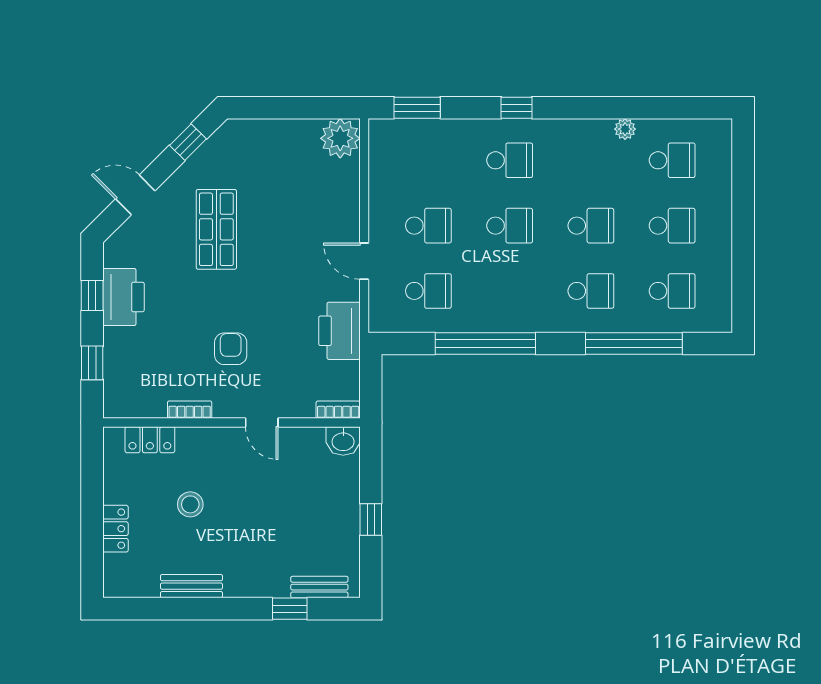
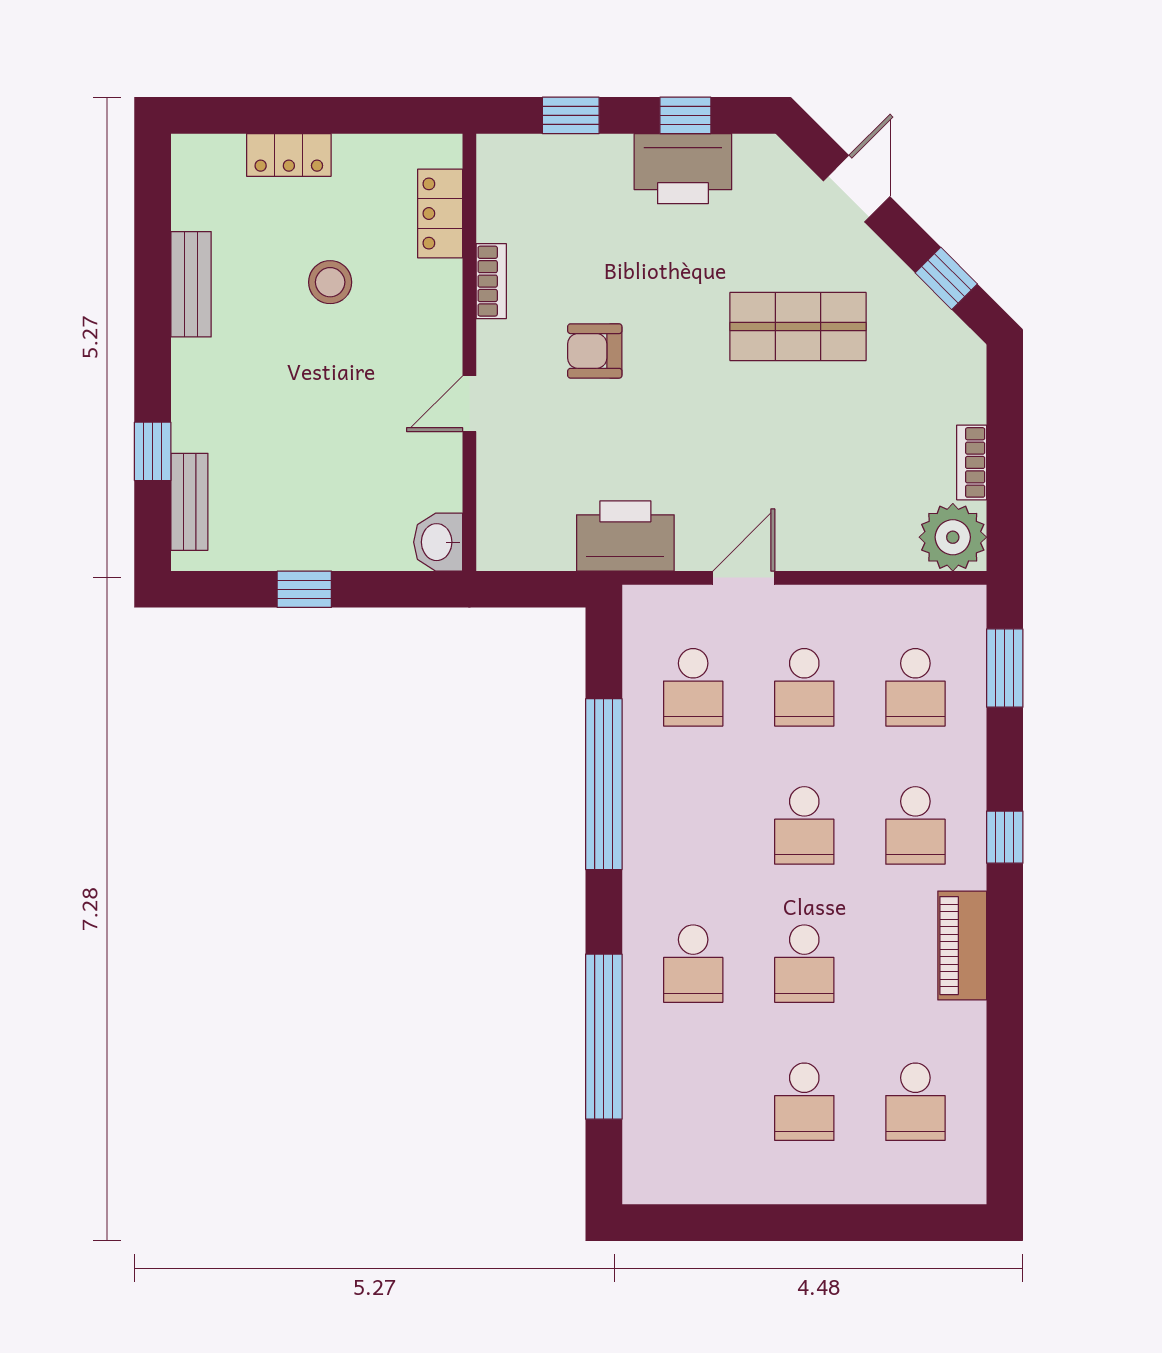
plant: (625, 129) -> (968, 1022), removed
piano: (580, 133) -> (962, 946), added
school desk: (672, 291) -> (915, 687), moved
armchair: (231, 349) -> (595, 351), turned 180
bookcase: (338, 410) -> (972, 462), moved, turned 180

